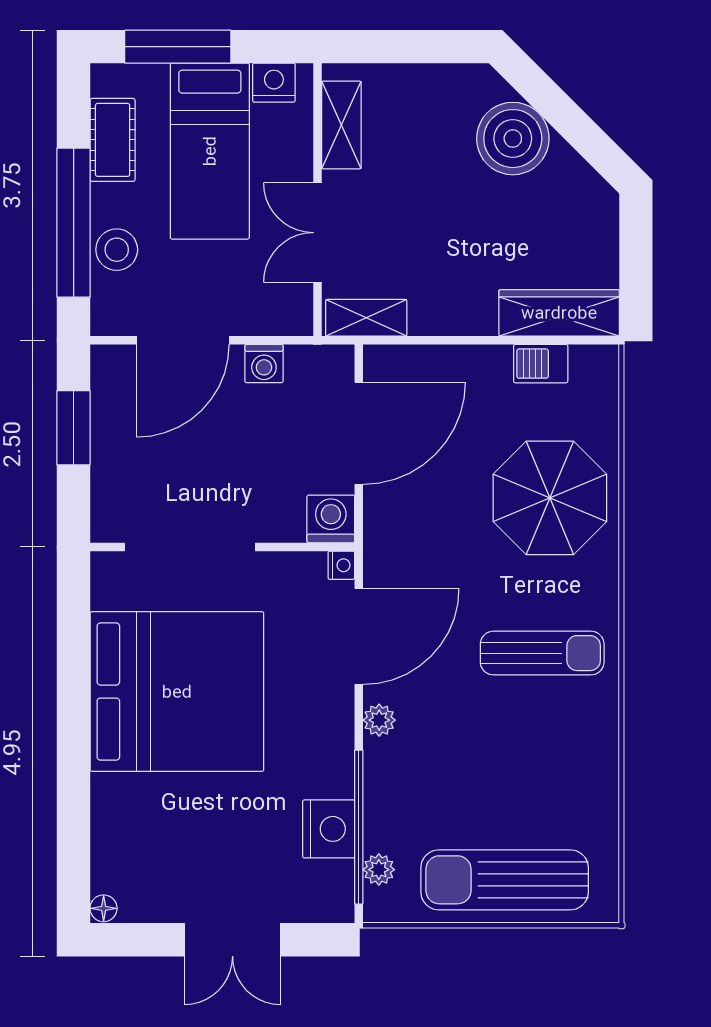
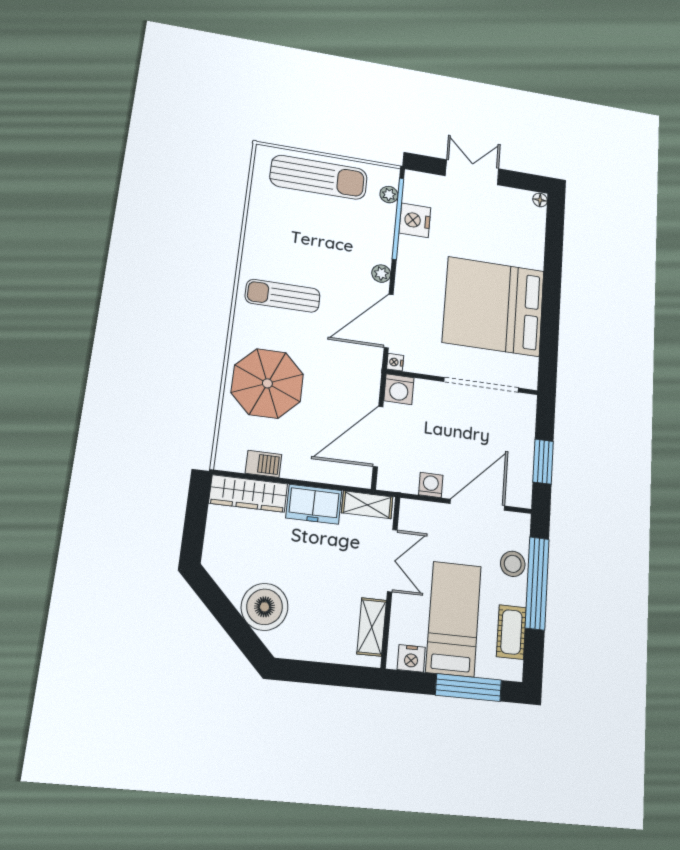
freezer: (453, 308) -> (314, 504), added

